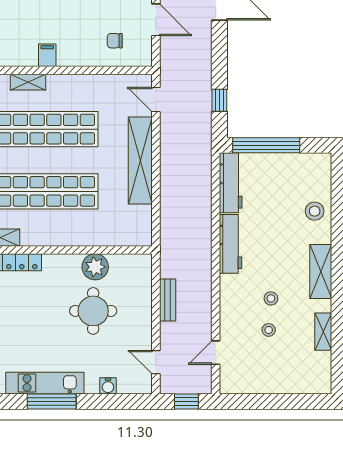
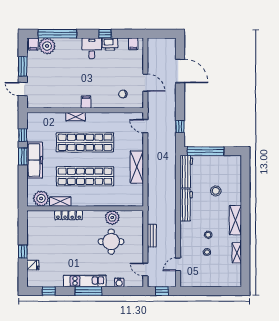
shelving: (140, 161) -> (137, 167), width x0.68
stool: (315, 211) -> (216, 191), moved

